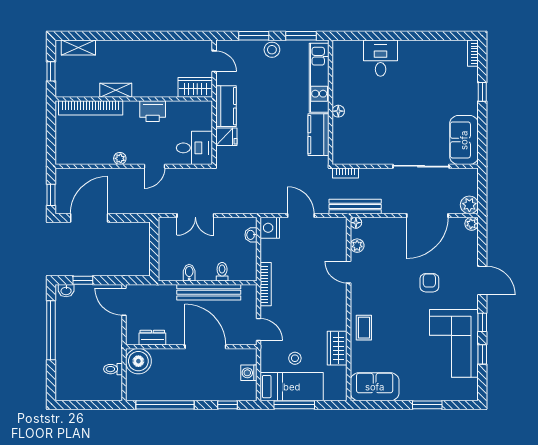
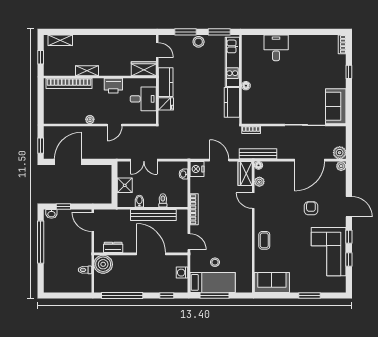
desk: (194, 148) -> (143, 99), moved
shower: (169, 251) -> (125, 185), added
wardrobe: (337, 348) -> (245, 173), moved

